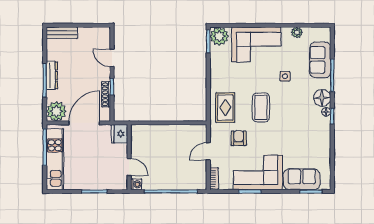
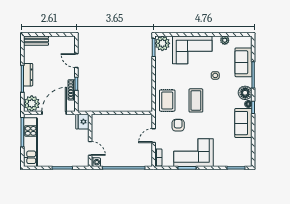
sofa: (302, 179) -> (243, 123), moved, turned -90

